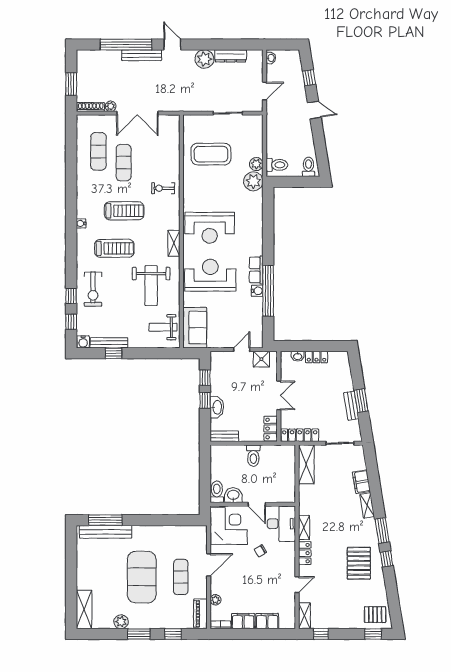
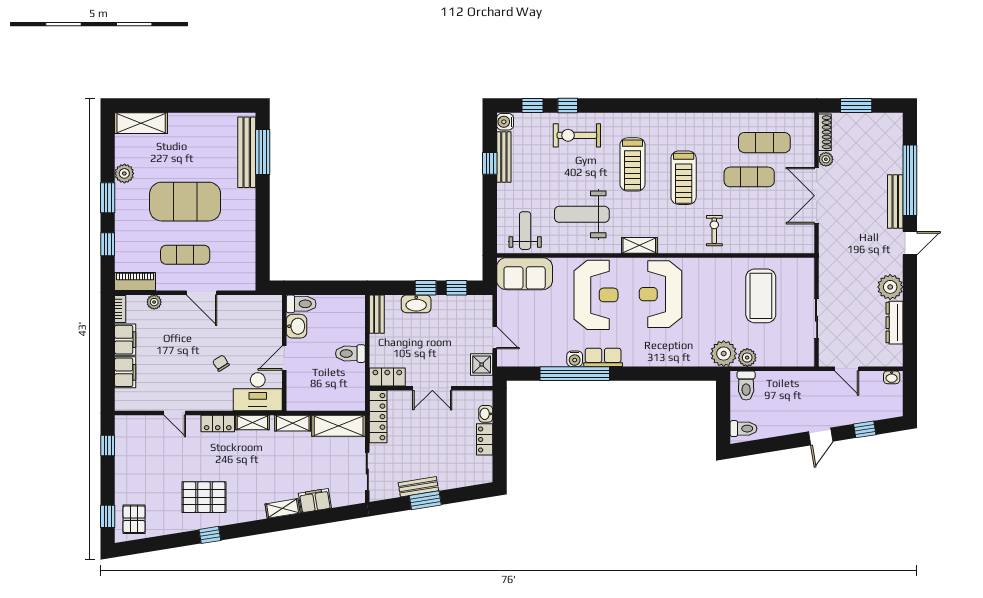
water cooler: (81, 223) -> (666, 119), removed
corner desk: (229, 526) -> (255, 320), removed
window: (382, 530) -> (248, 529), removed
shelving: (304, 616) -> (293, 423), moved

